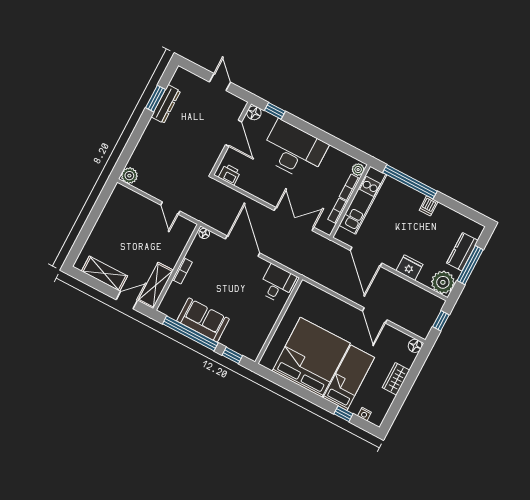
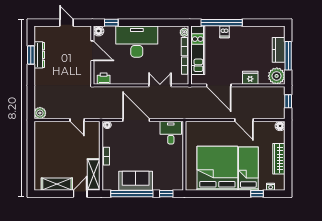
dishwasher: (429, 206) -> (224, 32), moved
double door: (294, 219) -> (160, 85), width x0.73
wardrobe: (396, 379) -> (279, 159), width x1.50

